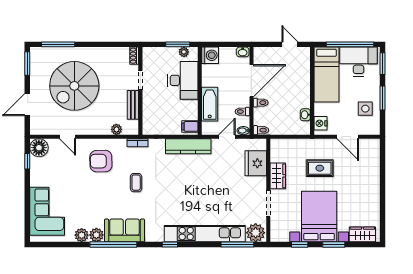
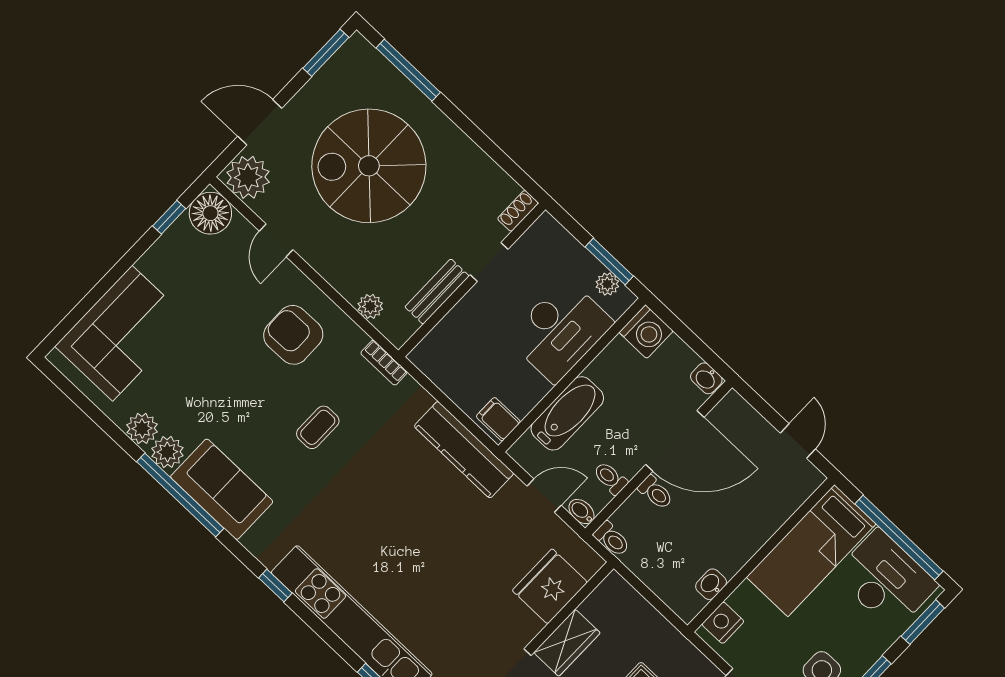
plant: (40, 125) -> (248, 177), added

